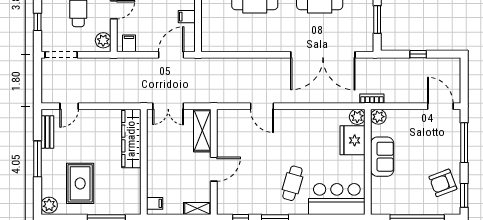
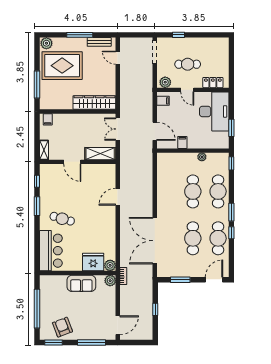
rug: (80, 183) -> (62, 66), width x1.37, depth x1.44

